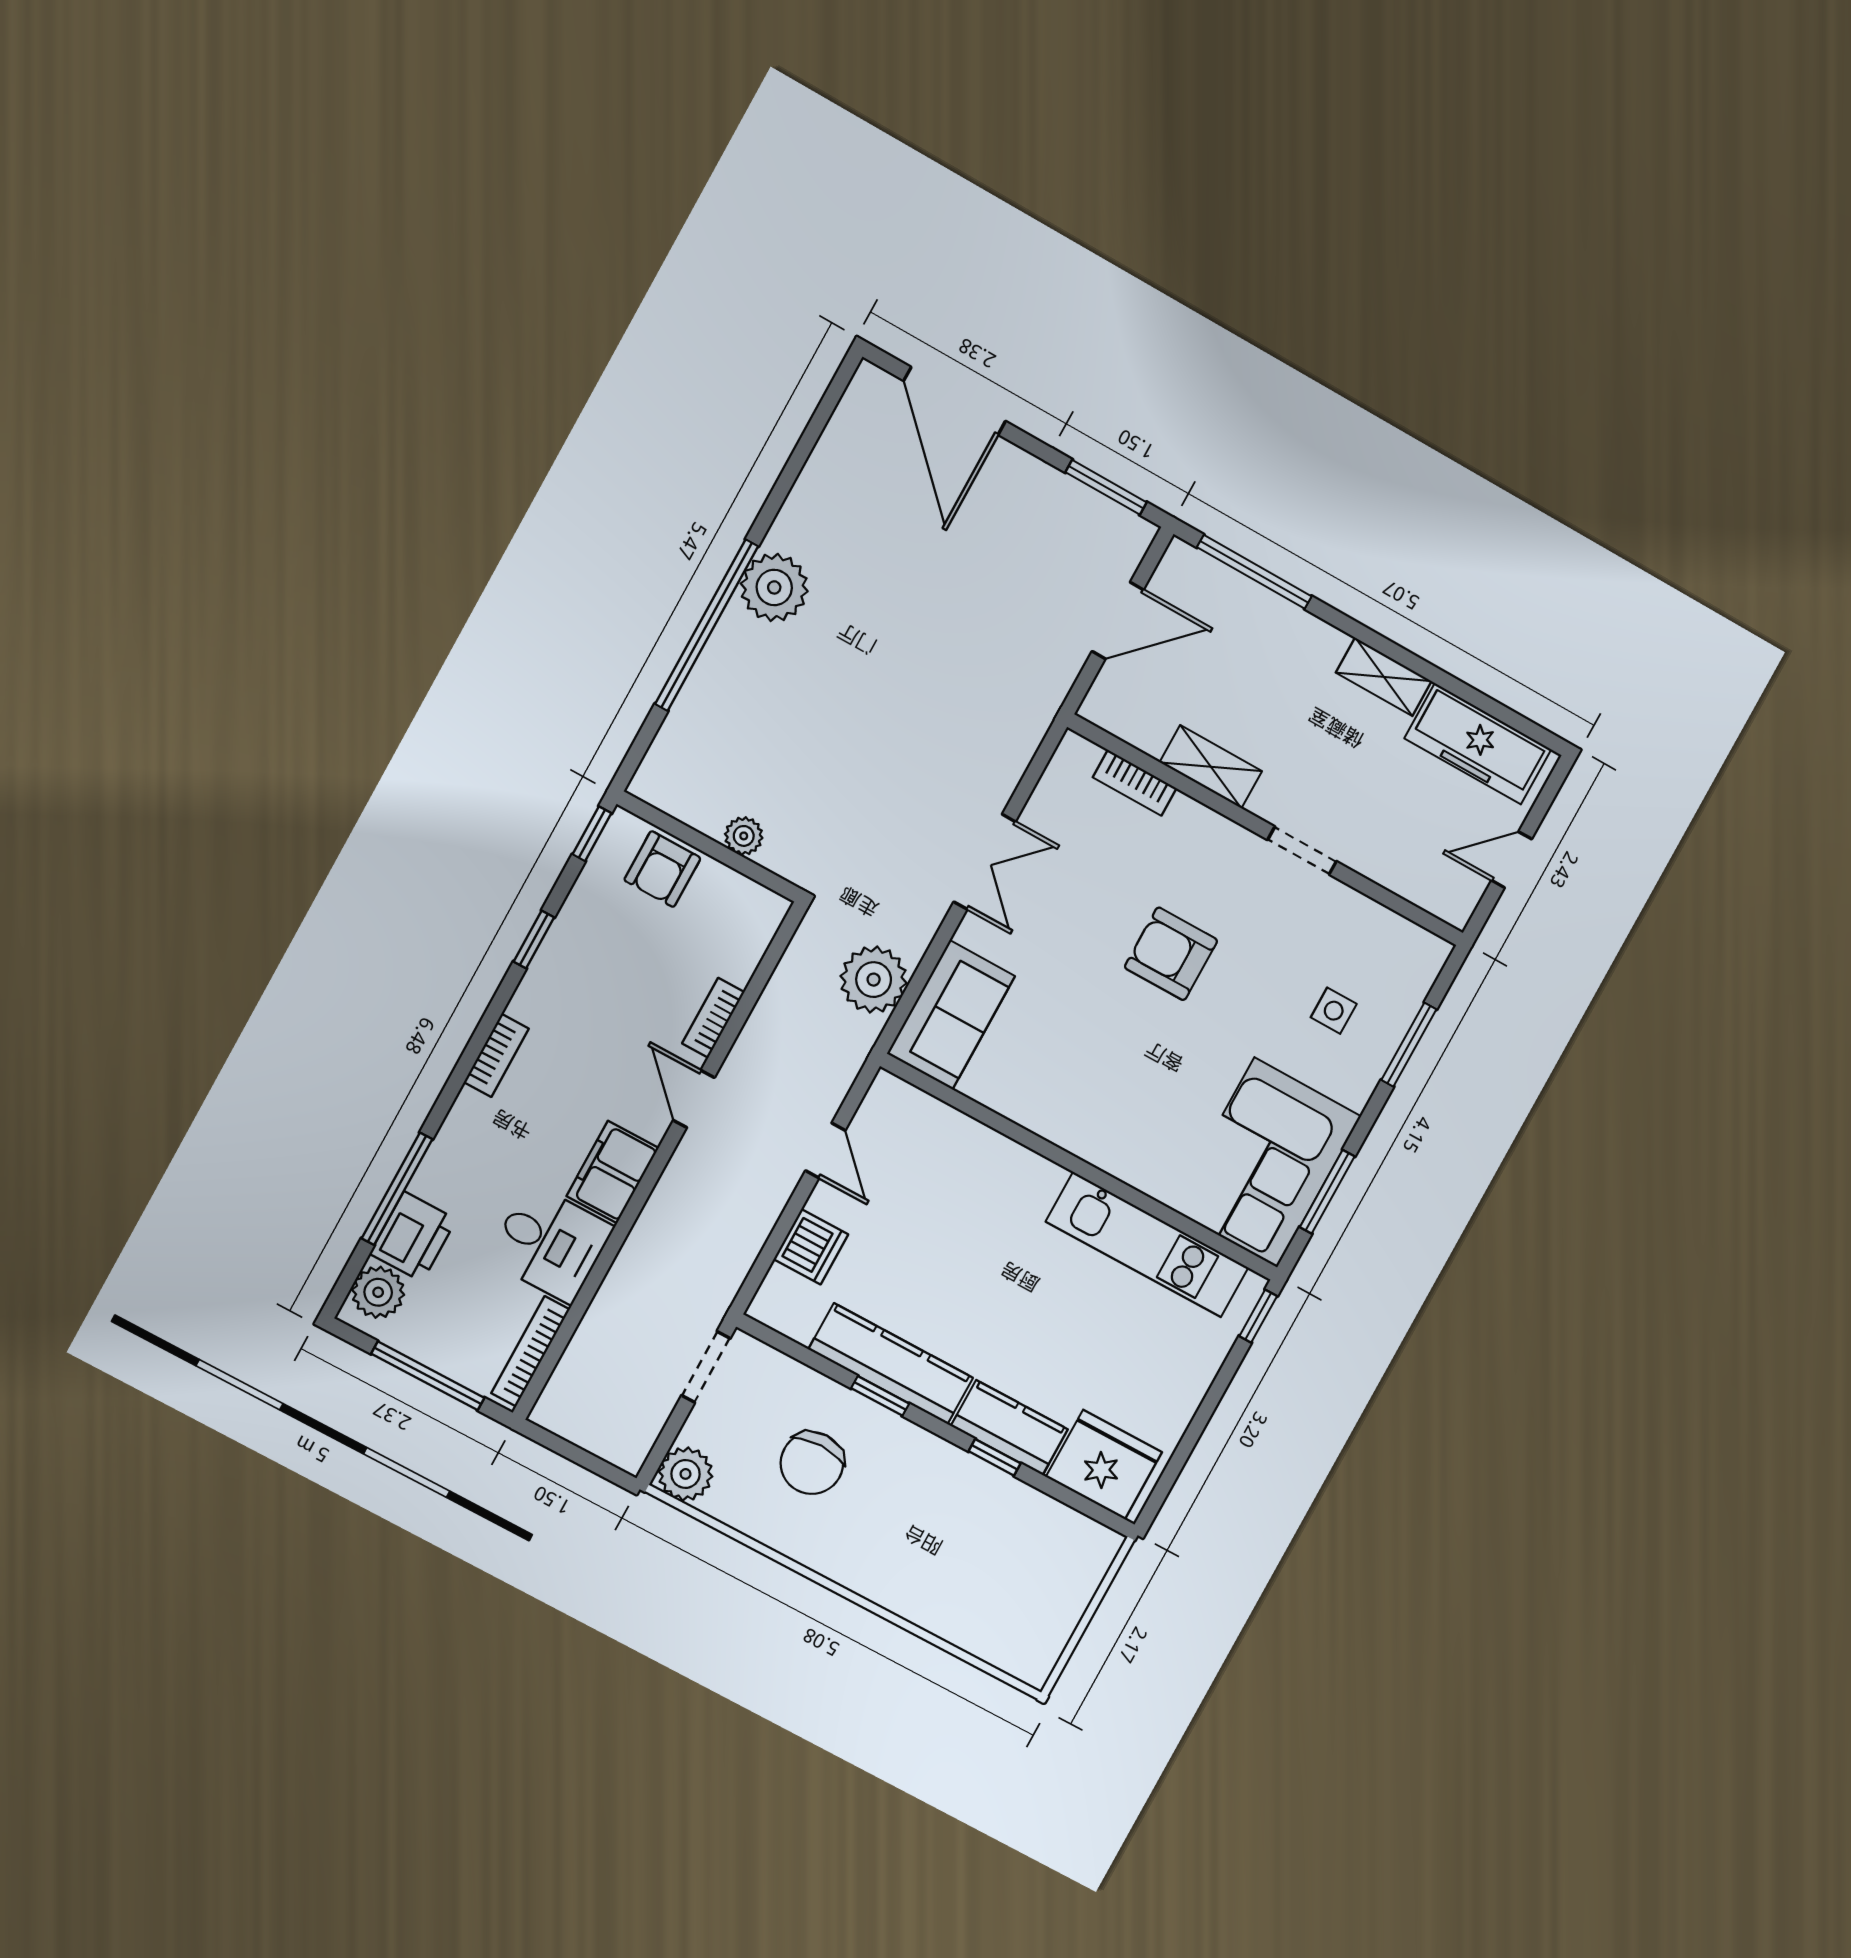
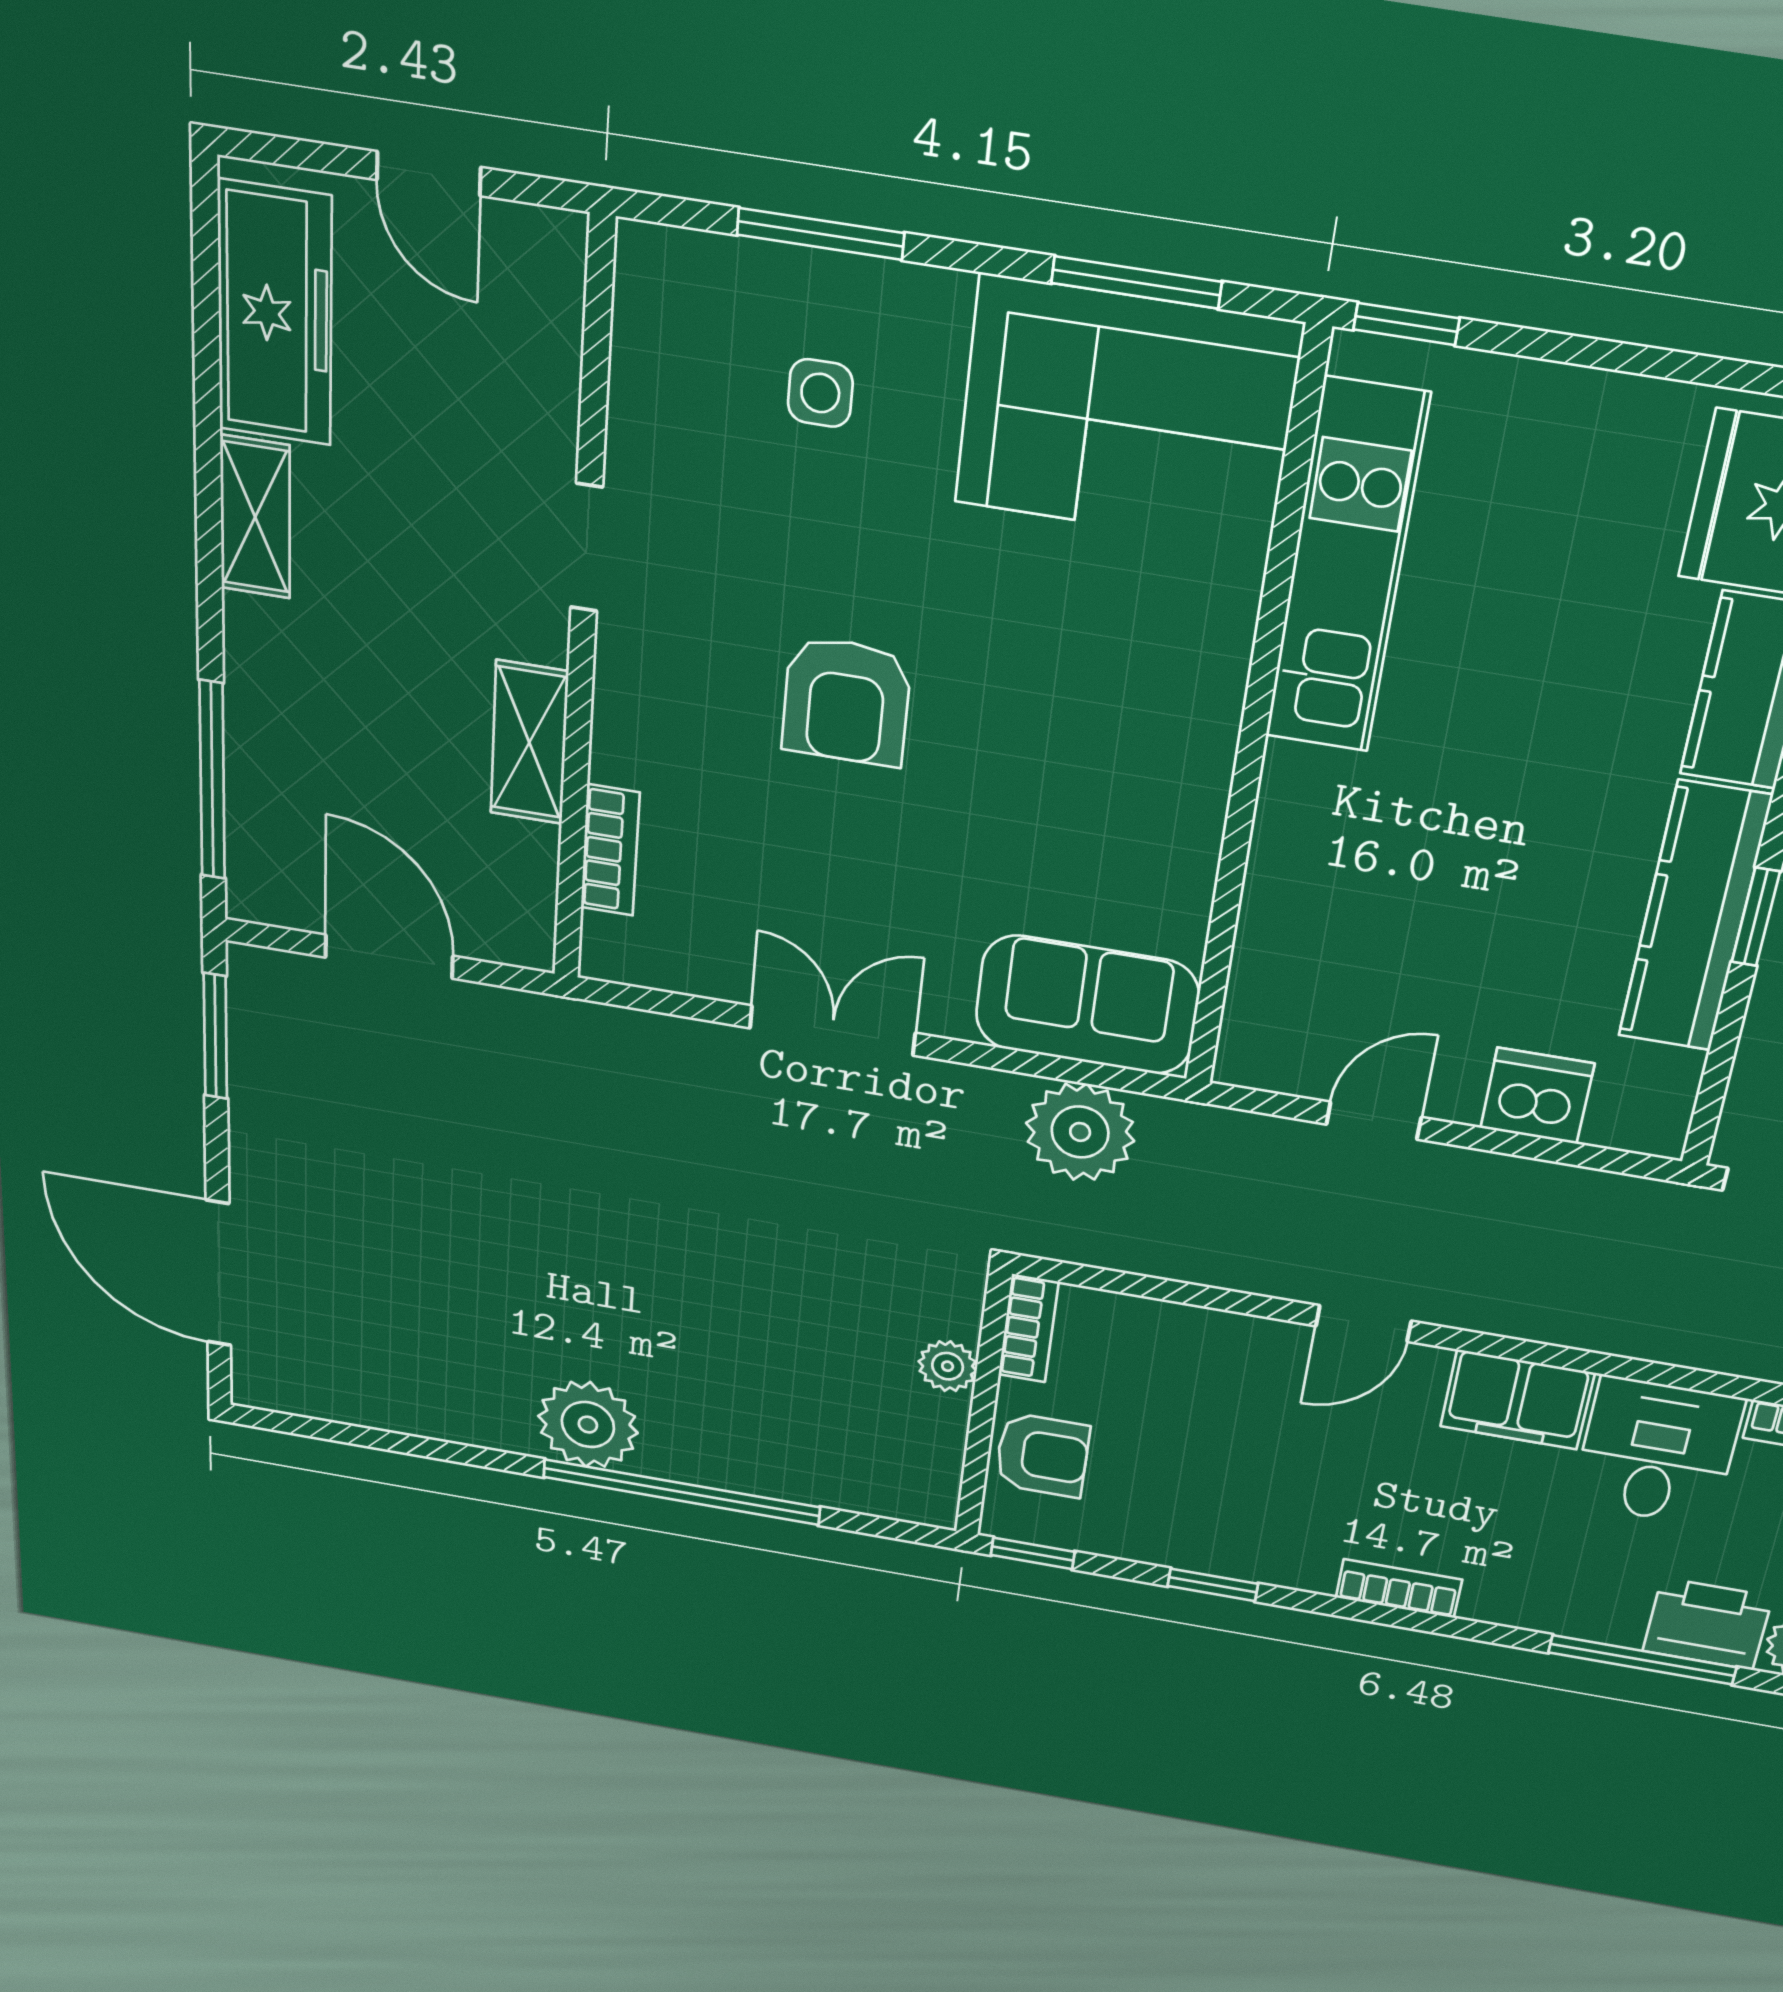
door: (955, 401) -> (218, 1273), swing flipped
bookcase: (713, 1018) -> (1028, 1328), moved, turned -90

